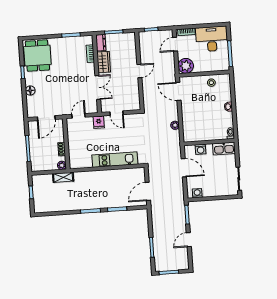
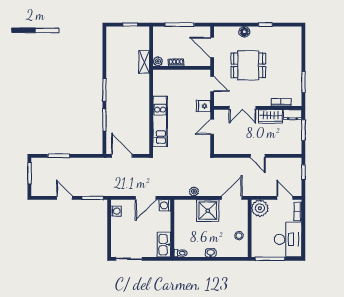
dining table: (37, 56) -> (248, 65), moved
shower: (191, 112) -> (208, 211), added
washing machine: (201, 149) -> (165, 205), moved

